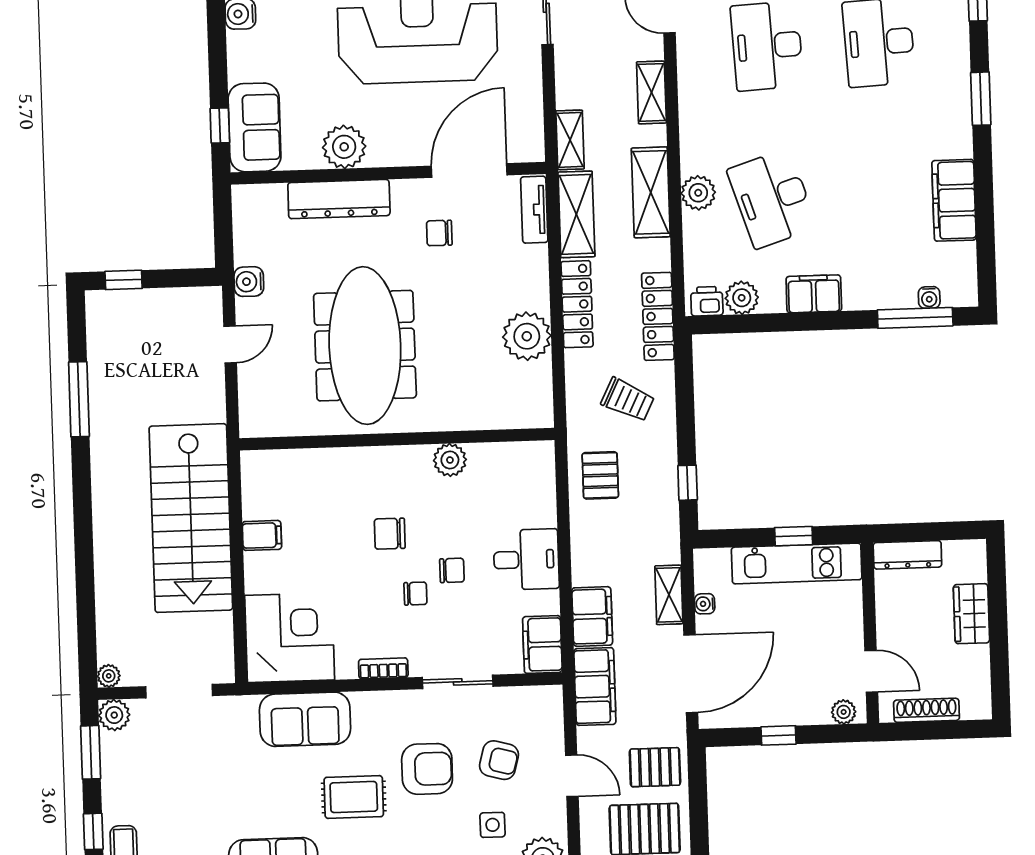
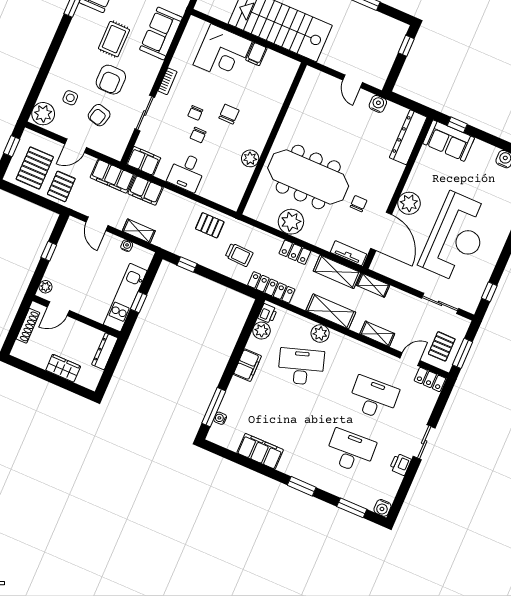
plant: (344, 147) -> (409, 203), moved
dresser: (339, 199) -> (408, 137), moved
locker: (577, 304) -> (295, 252), width x0.66
meeting table: (365, 346) -> (308, 177), moved
trolley: (628, 400) -> (239, 255), turned -114
corner desk: (290, 638) -> (223, 53), moved
door: (691, 674) -> (97, 224), width x0.53

